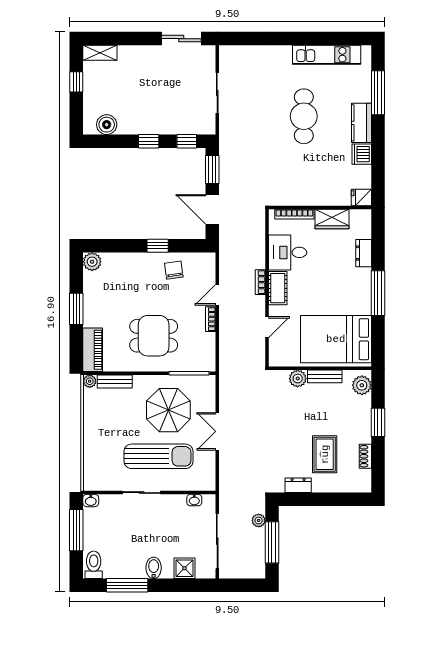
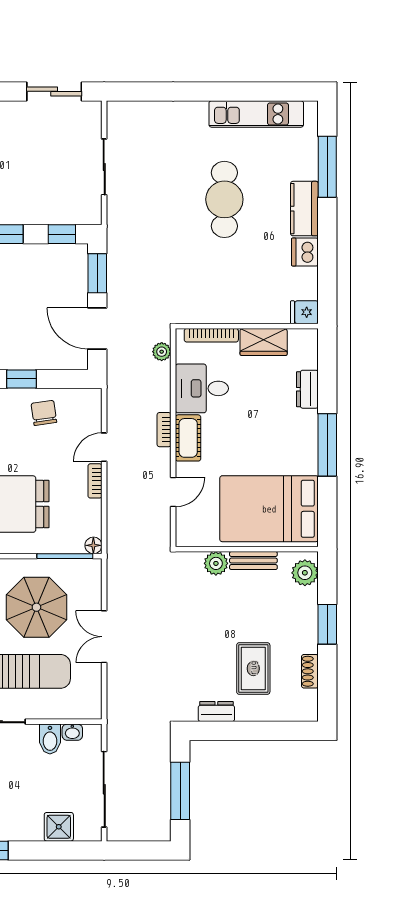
floor lamp: (209, 366) -> (93, 545), added
plant: (259, 520) -> (162, 352), moved
bidet: (154, 568) -> (50, 739), moved, turned 180

